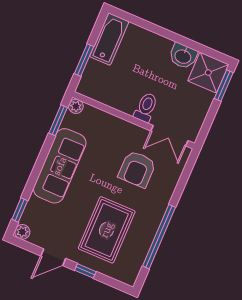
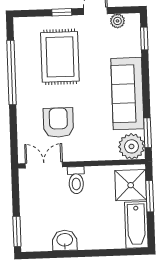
shower: (208, 73) -> (131, 185), moved
plant: (76, 106) -> (131, 146), width x1.88, depth x1.88
plant: (22, 232) -> (117, 21), moved

